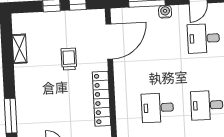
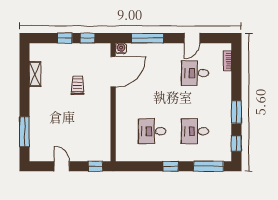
water cooler: (165, 12) -> (121, 48), moved
locker: (102, 99) -> (104, 121), removed

